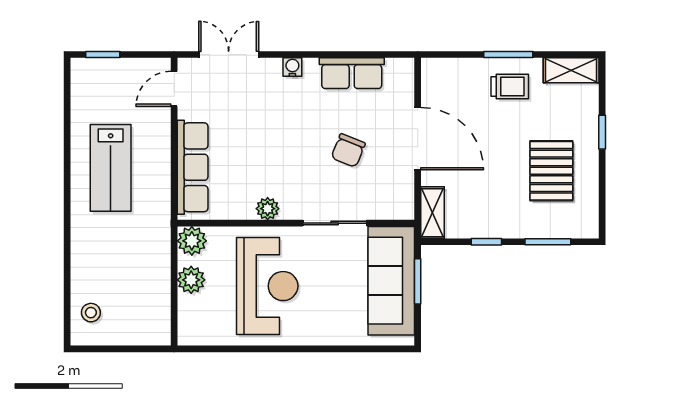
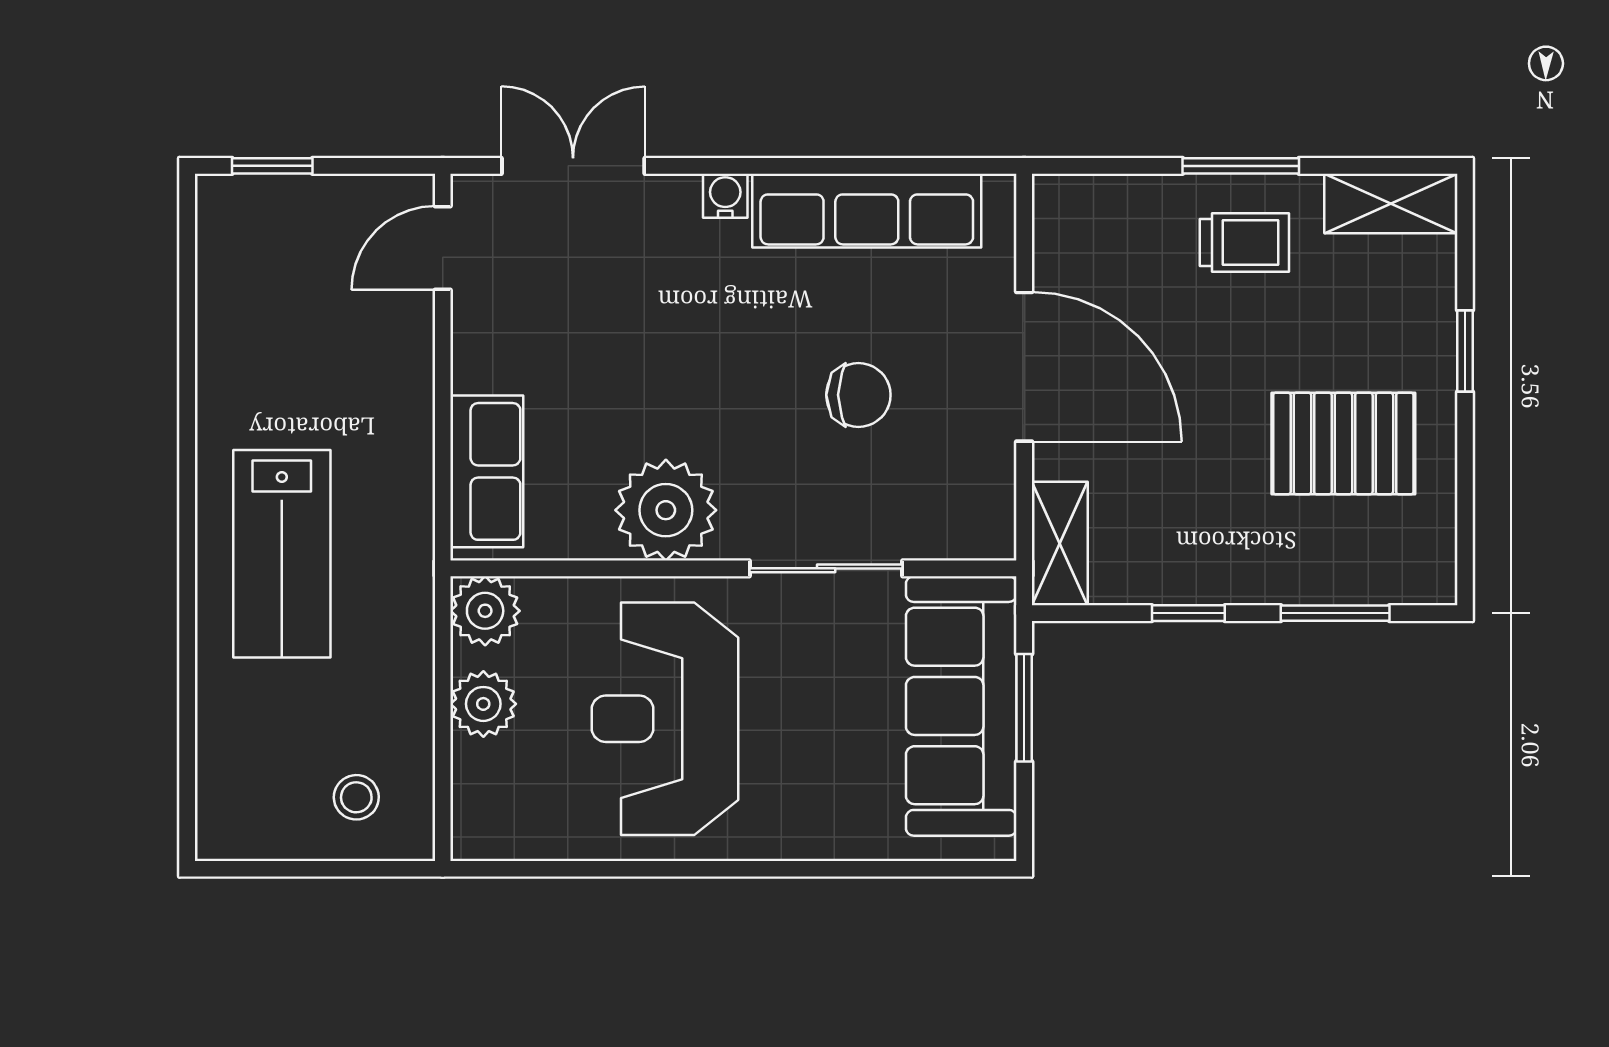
row of seats: (352, 73) -> (867, 211), width x1.48
chair: (348, 150) -> (858, 395), turned -112
row of seats: (193, 167) -> (487, 471), width x0.68
lab bench: (111, 168) -> (282, 554), moved
pallet: (551, 171) -> (1343, 444), turned 90
plant: (268, 209) -> (666, 510), width x1.88, depth x1.88
reception desk: (267, 286) -> (665, 719), turned 180
stool: (91, 313) -> (356, 797), moved

